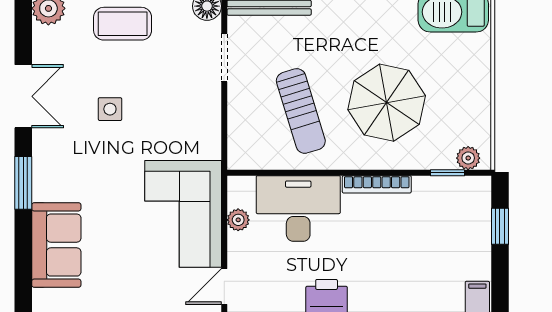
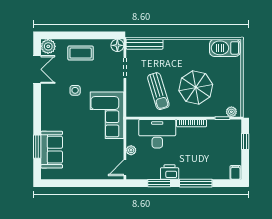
double door: (23, 96) -> (37, 69), moved
window: (23, 183) -> (37, 147), moved
corner sofa: (183, 214) -> (107, 115), moved
plant: (238, 220) -> (131, 150), moved

